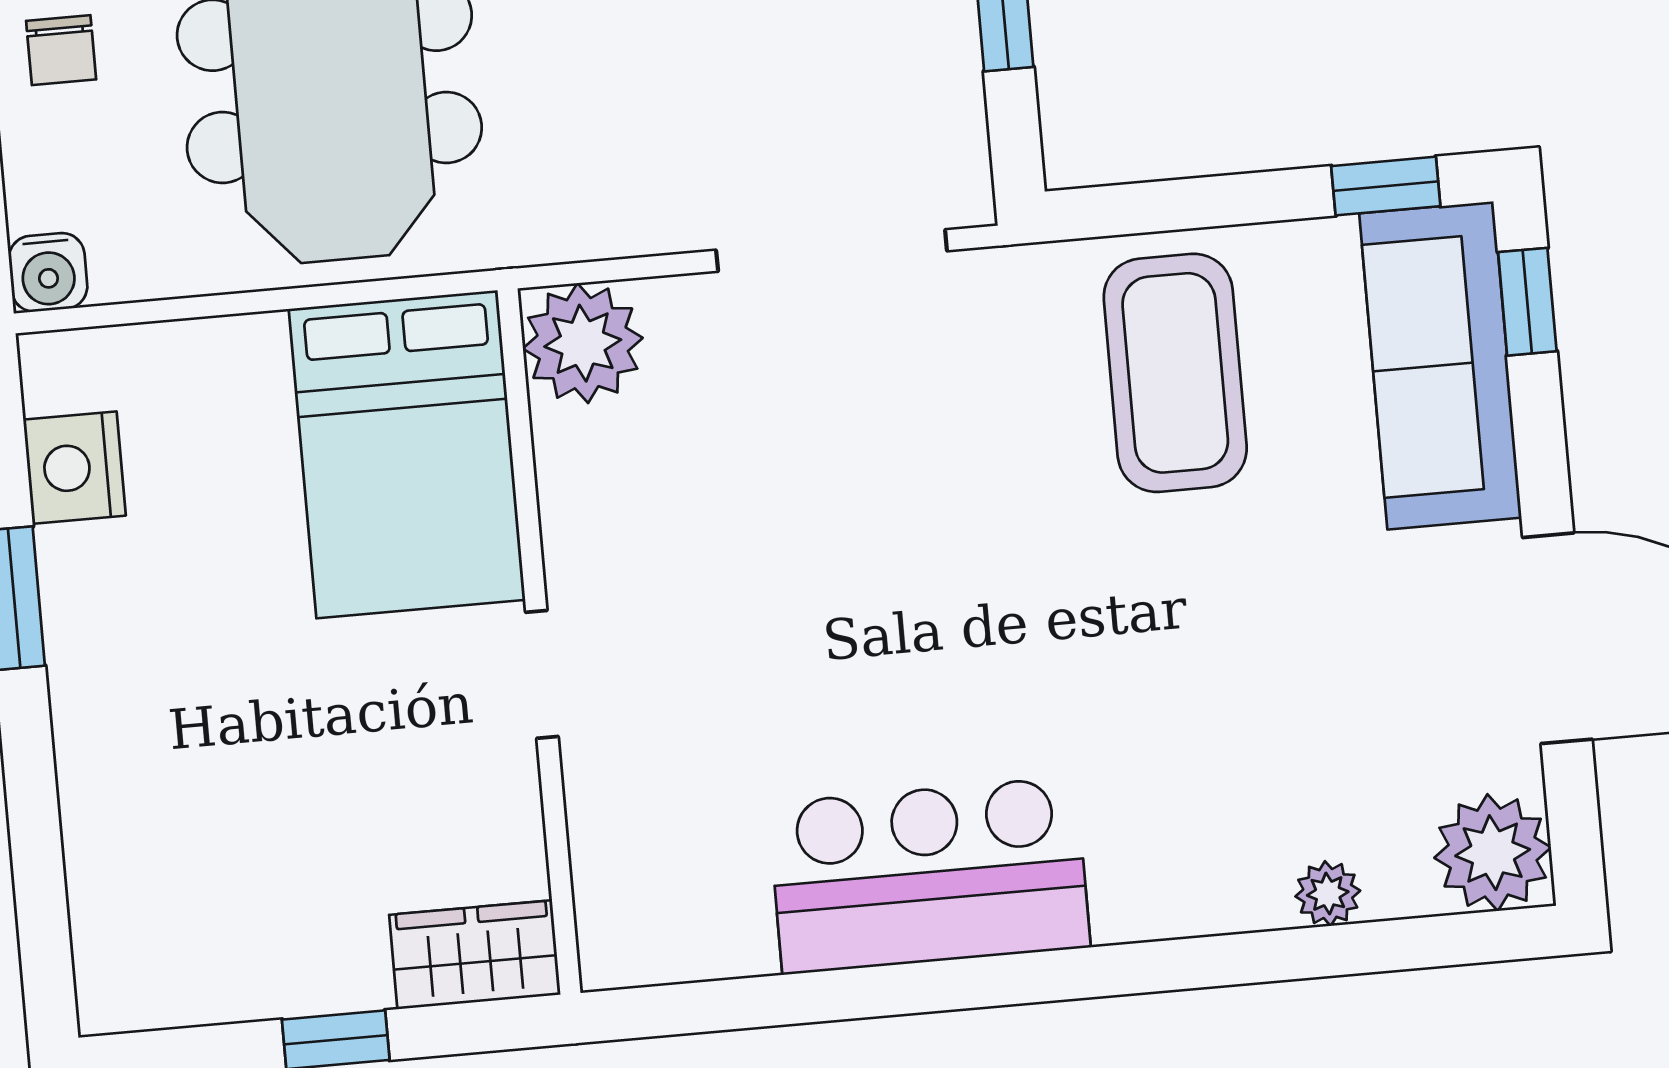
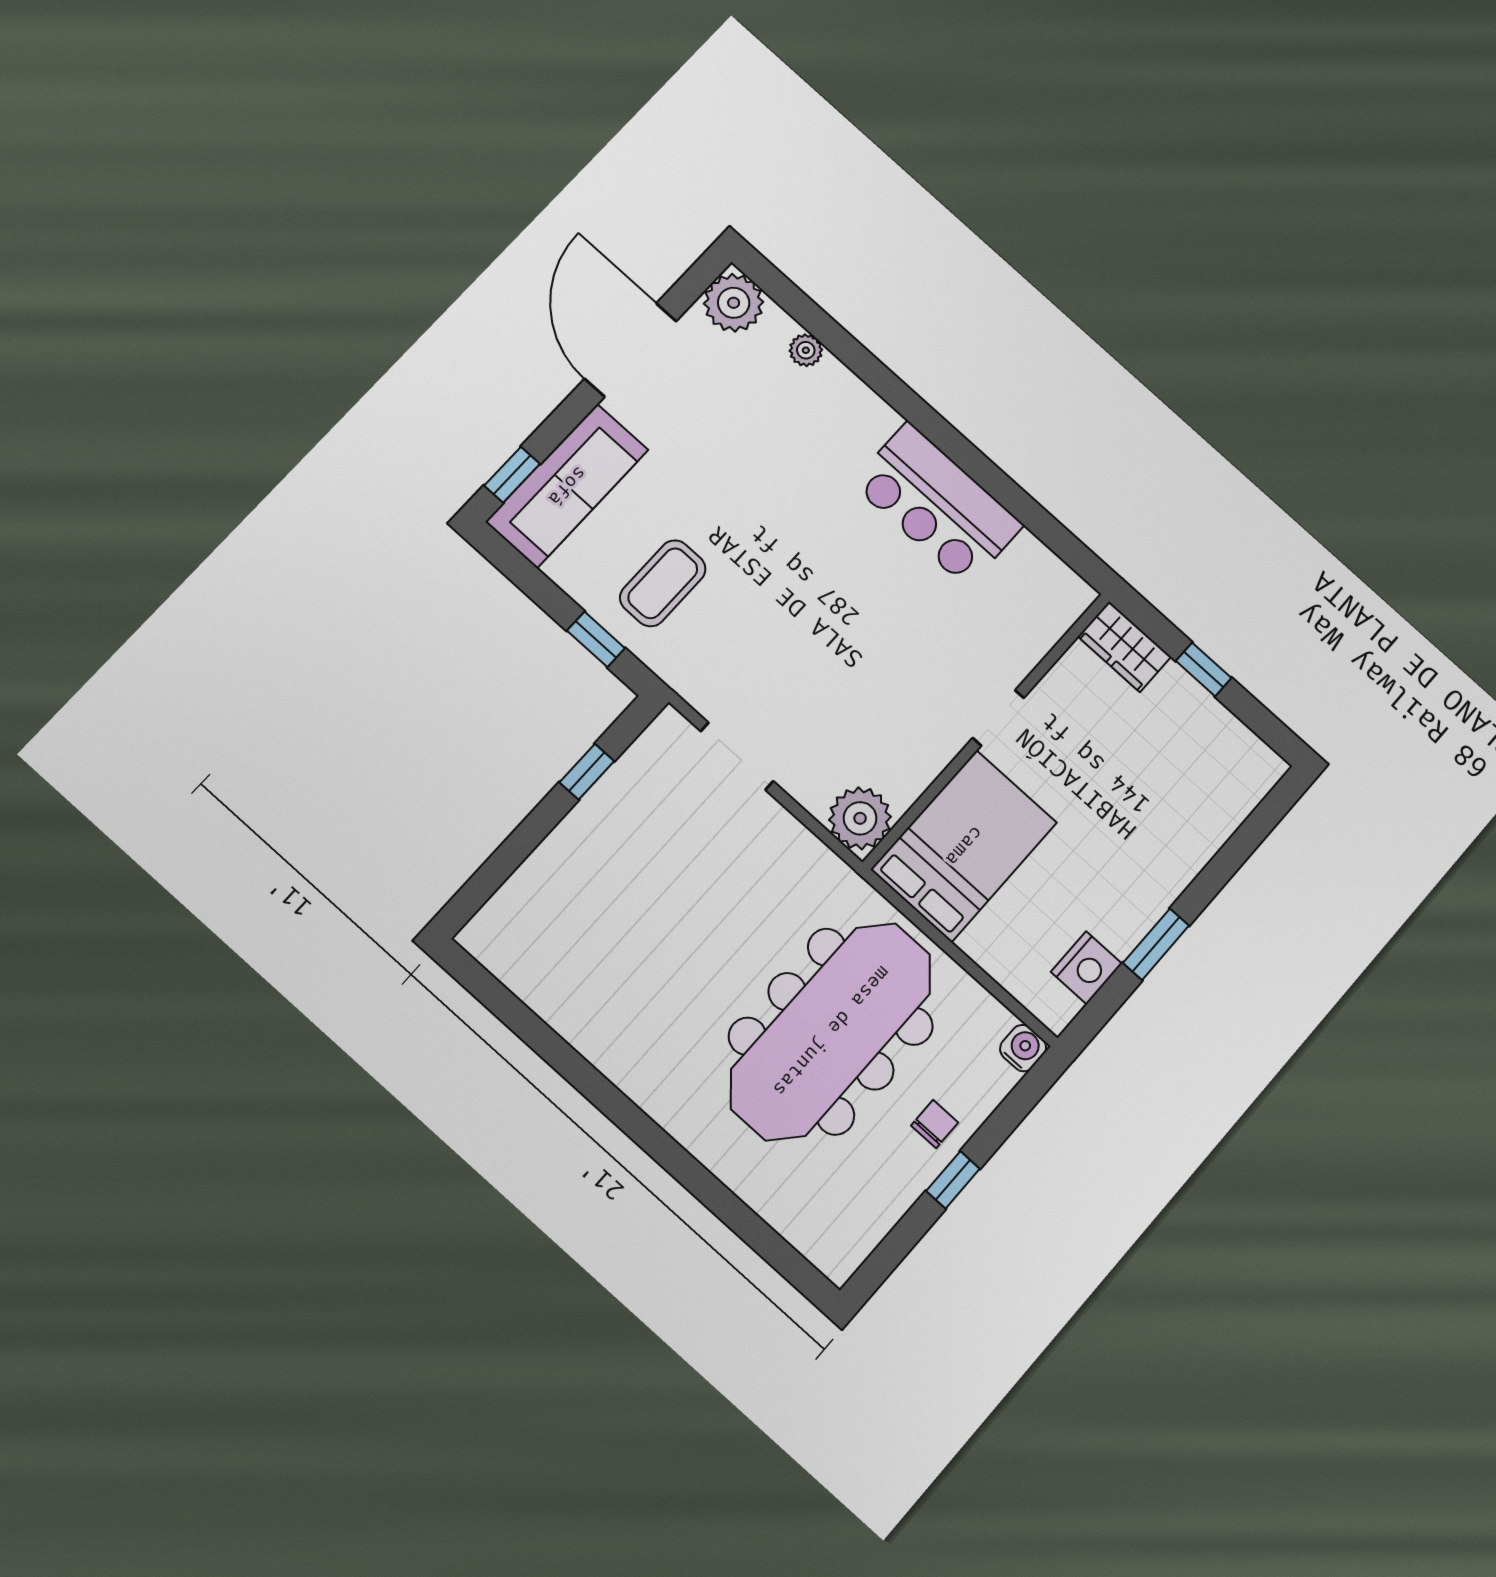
window: (1386, 186) -> (596, 639), moved
doorway: (832, 250) -> (737, 756), width x0.73
coffee table: (1175, 373) -> (663, 583), width x0.73, depth x0.76

